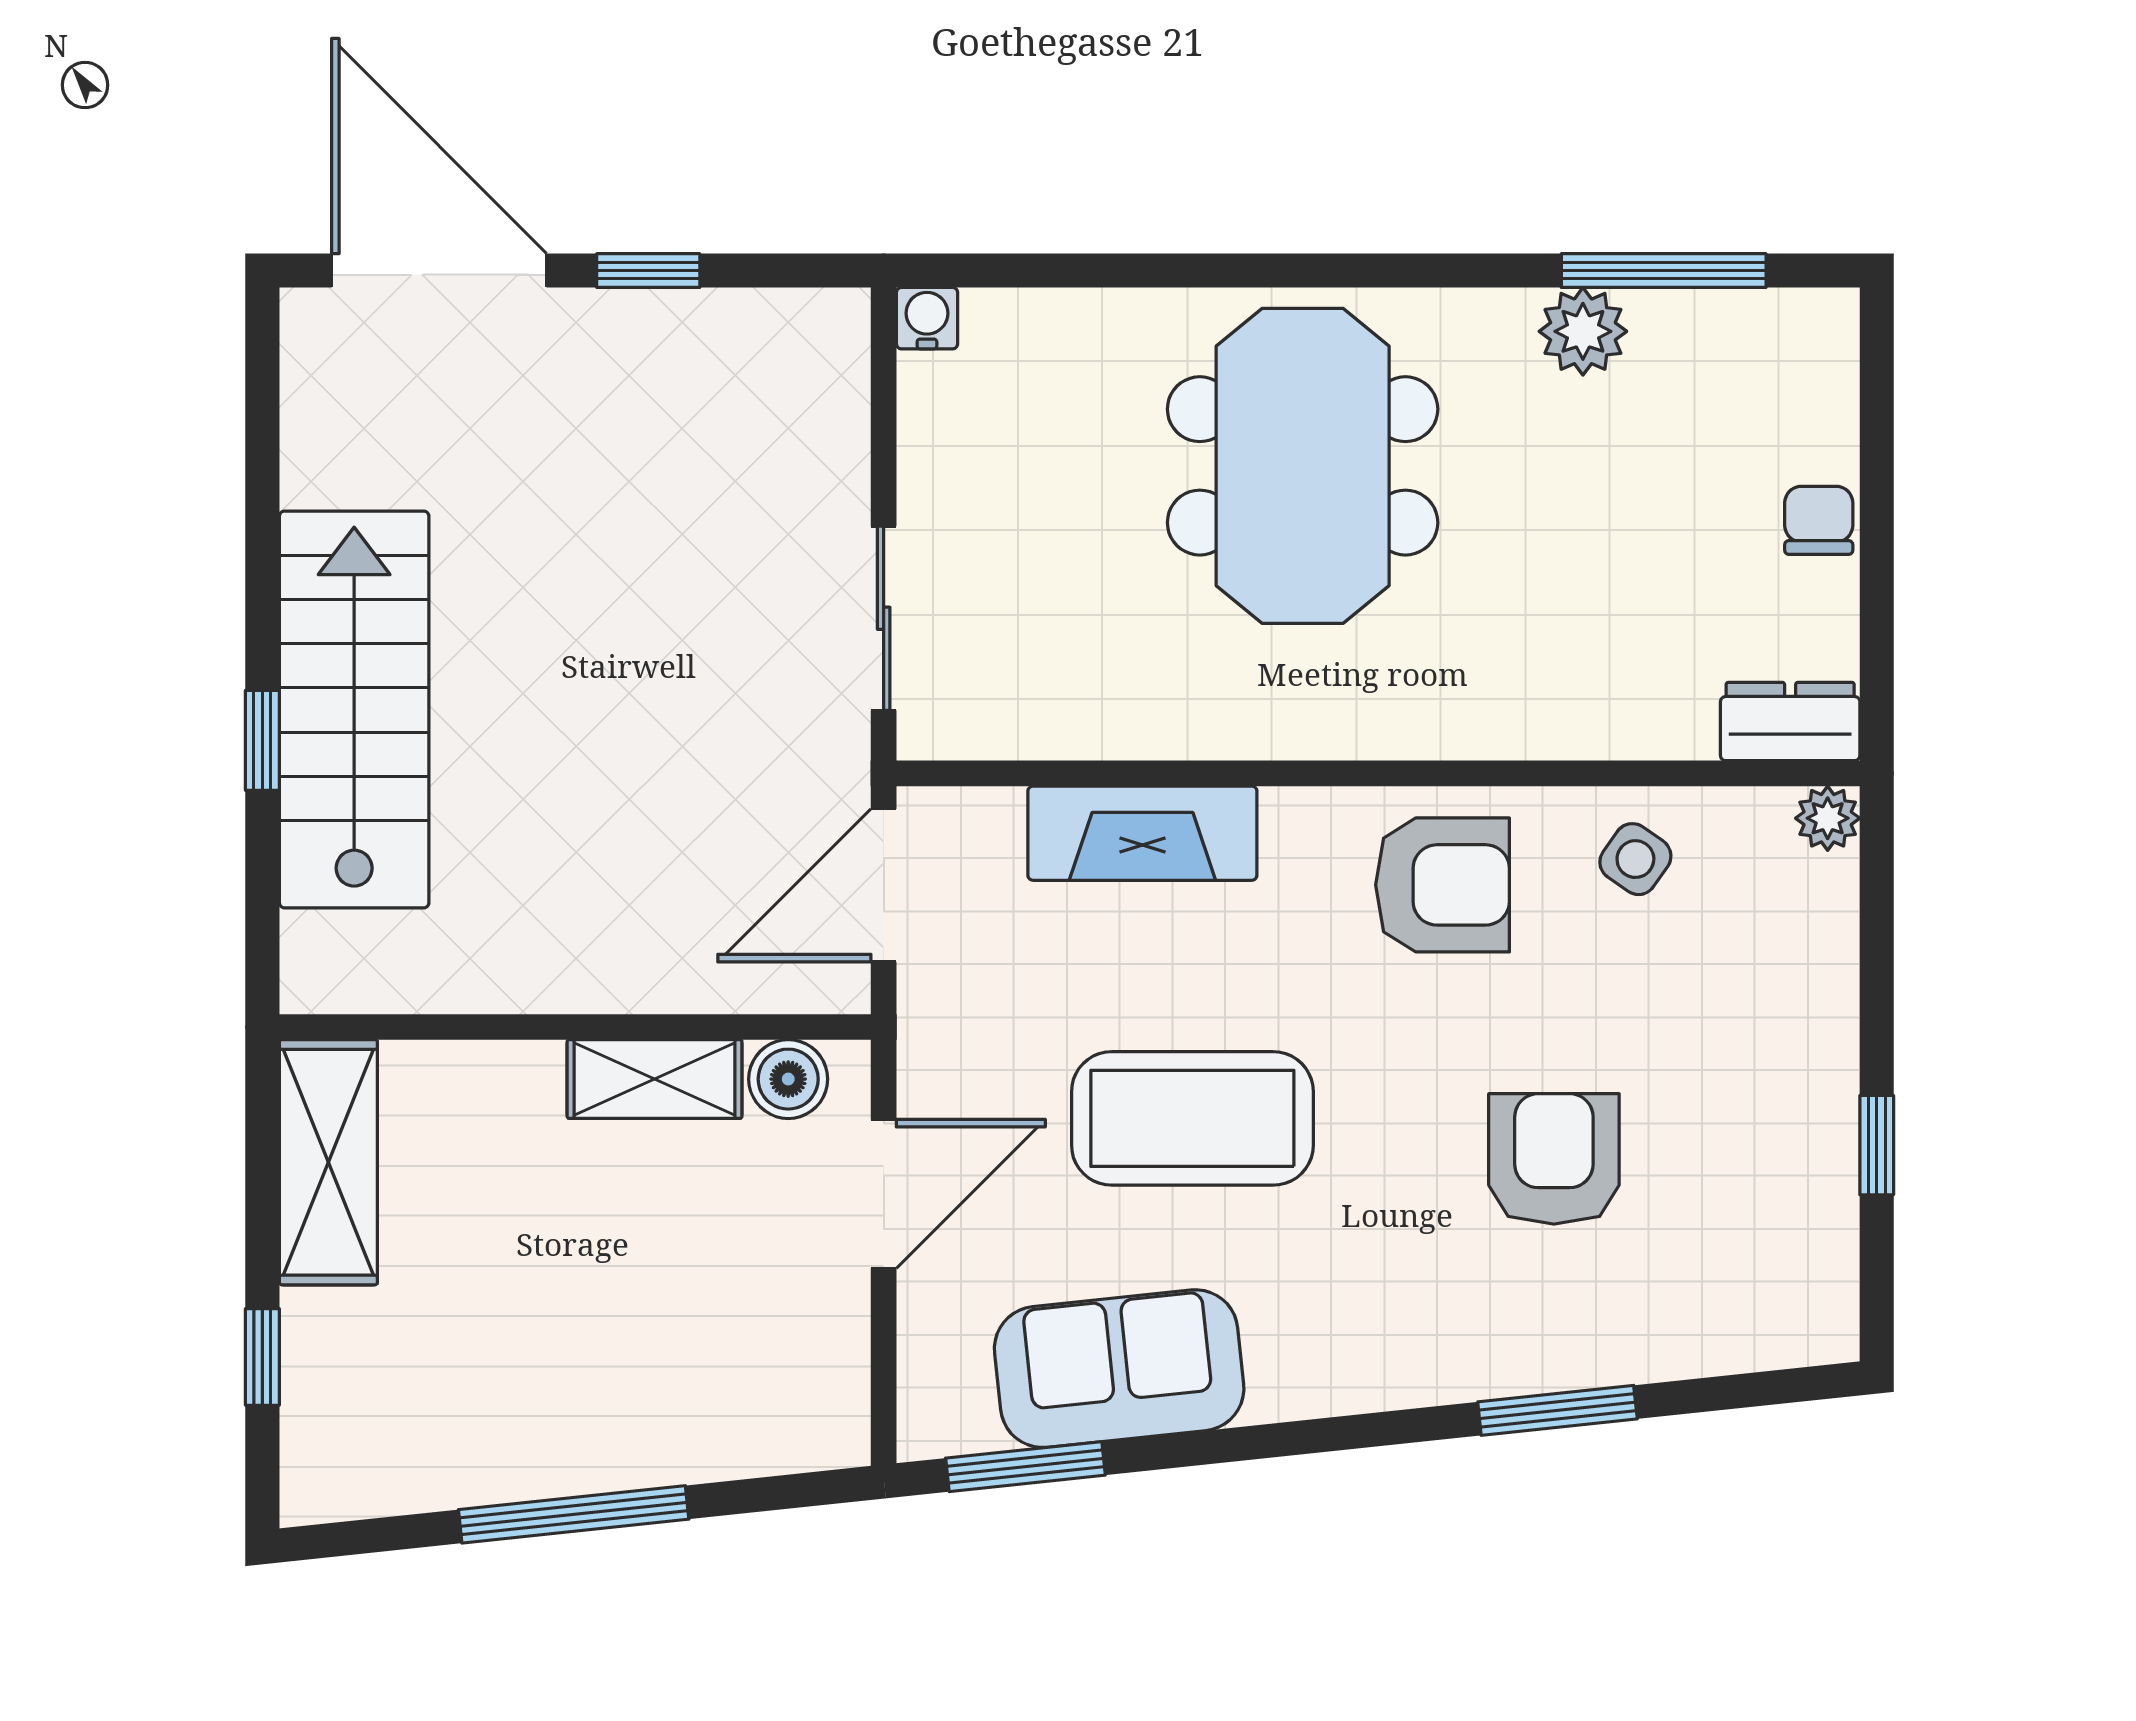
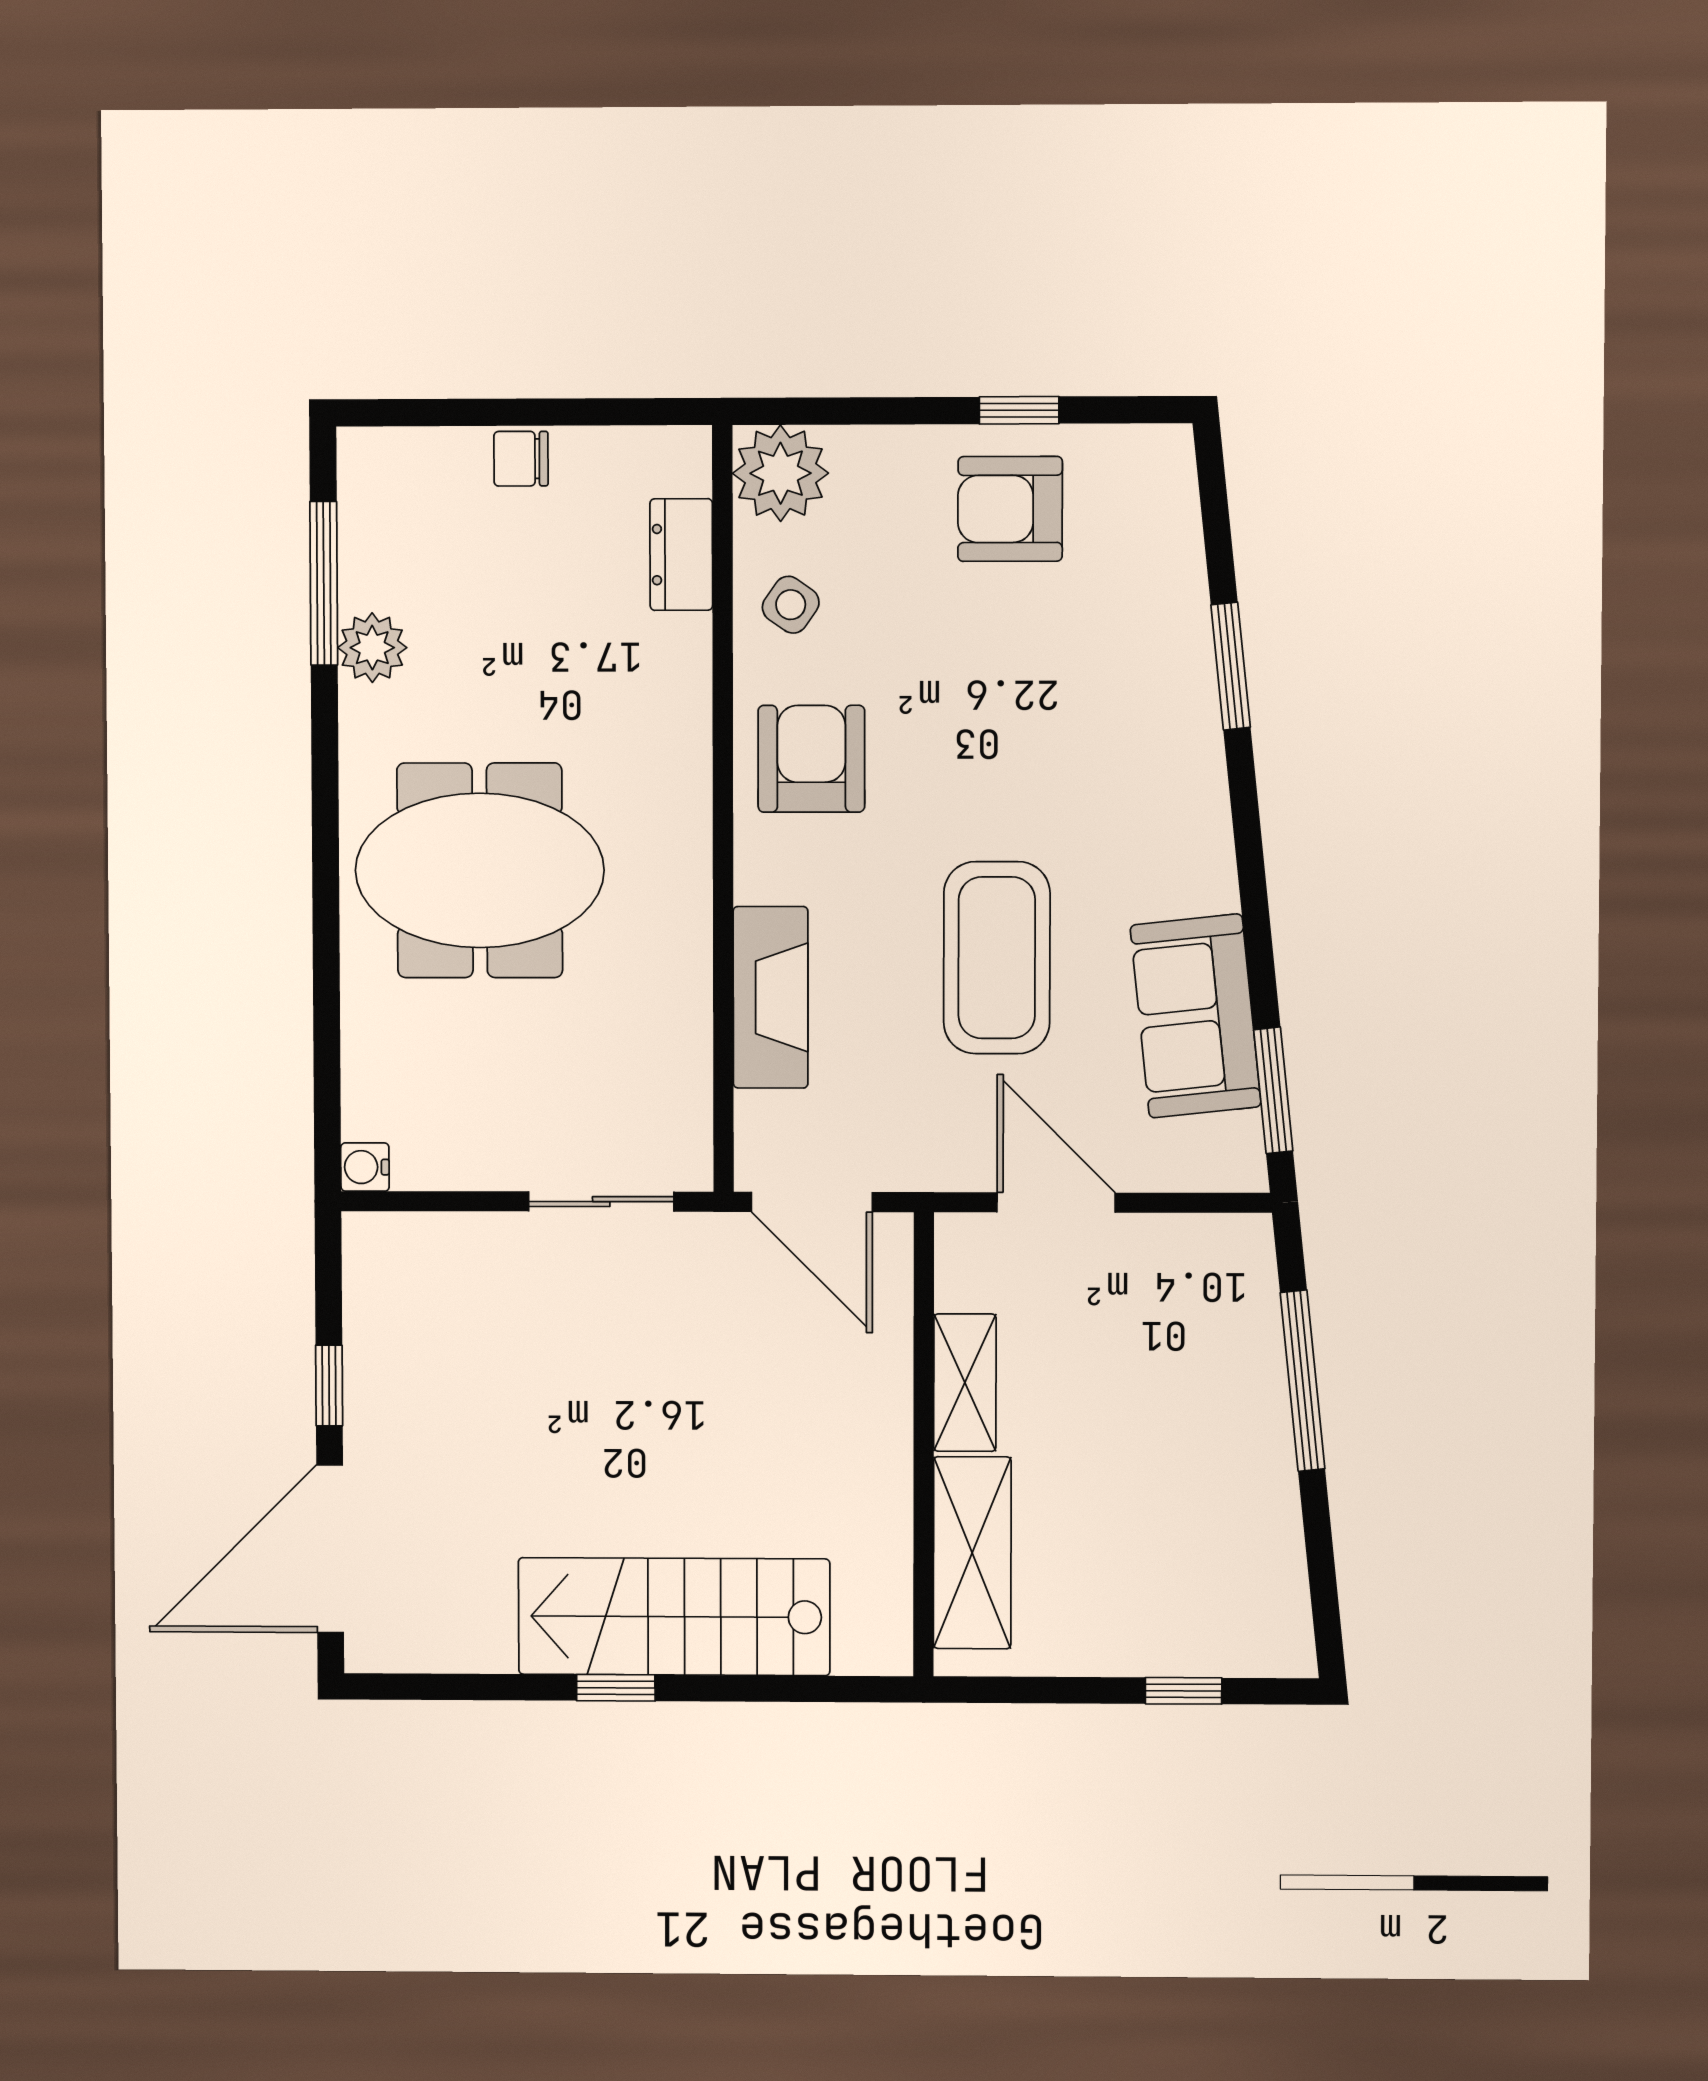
dresser: (1790, 722) -> (681, 555), moved
window: (262, 740) -> (616, 1688), moved
plant: (1828, 818) -> (780, 473), width x1.88, depth x1.88
boiler: (788, 1079) -> (965, 1278), removed
armchair: (1554, 1159) -> (1010, 509), moved
shelving: (328, 1162) -> (972, 1553), moved, turned 90
window: (574, 1514) -> (1303, 1381), moved

